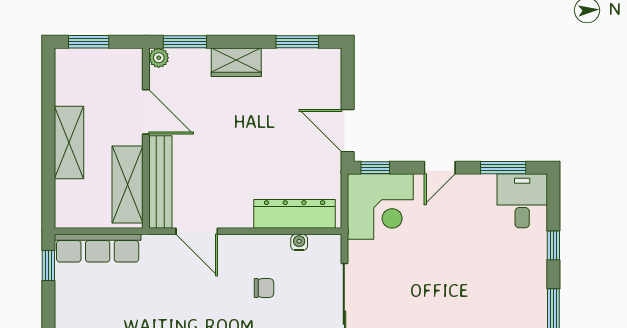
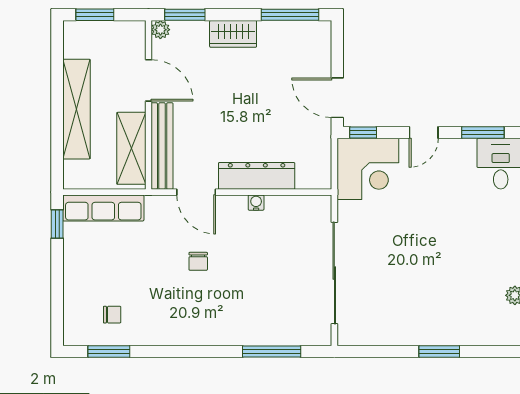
window: (297, 42) -> (290, 15), width x1.44
shelving: (69, 143) -> (76, 109), width x1.47
dresser: (295, 214) -> (257, 176), moved
water cooler: (299, 242) -> (256, 203), moved
chair: (264, 288) -> (198, 261), moved, turned 90

